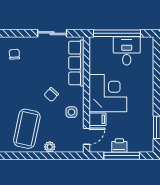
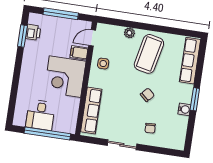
sliding door: (52, 33) -> (122, 145), moved
chair: (51, 95) -> (147, 95), moved
printer: (119, 146) -> (33, 32), moved, turned -90

